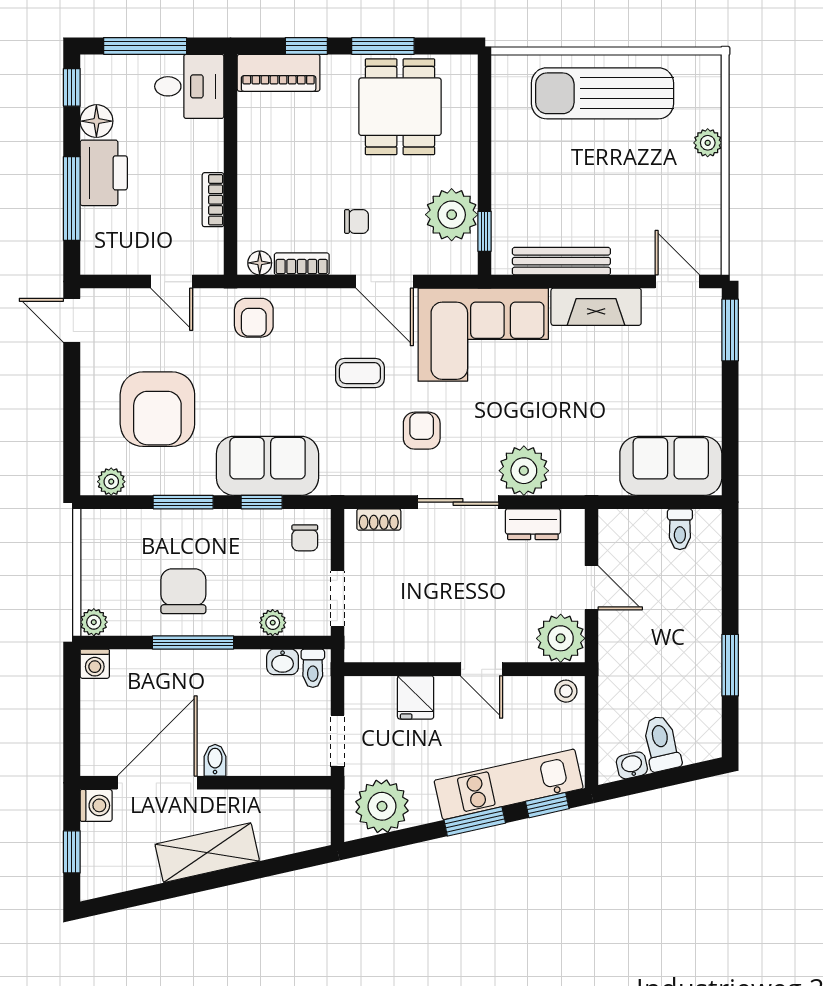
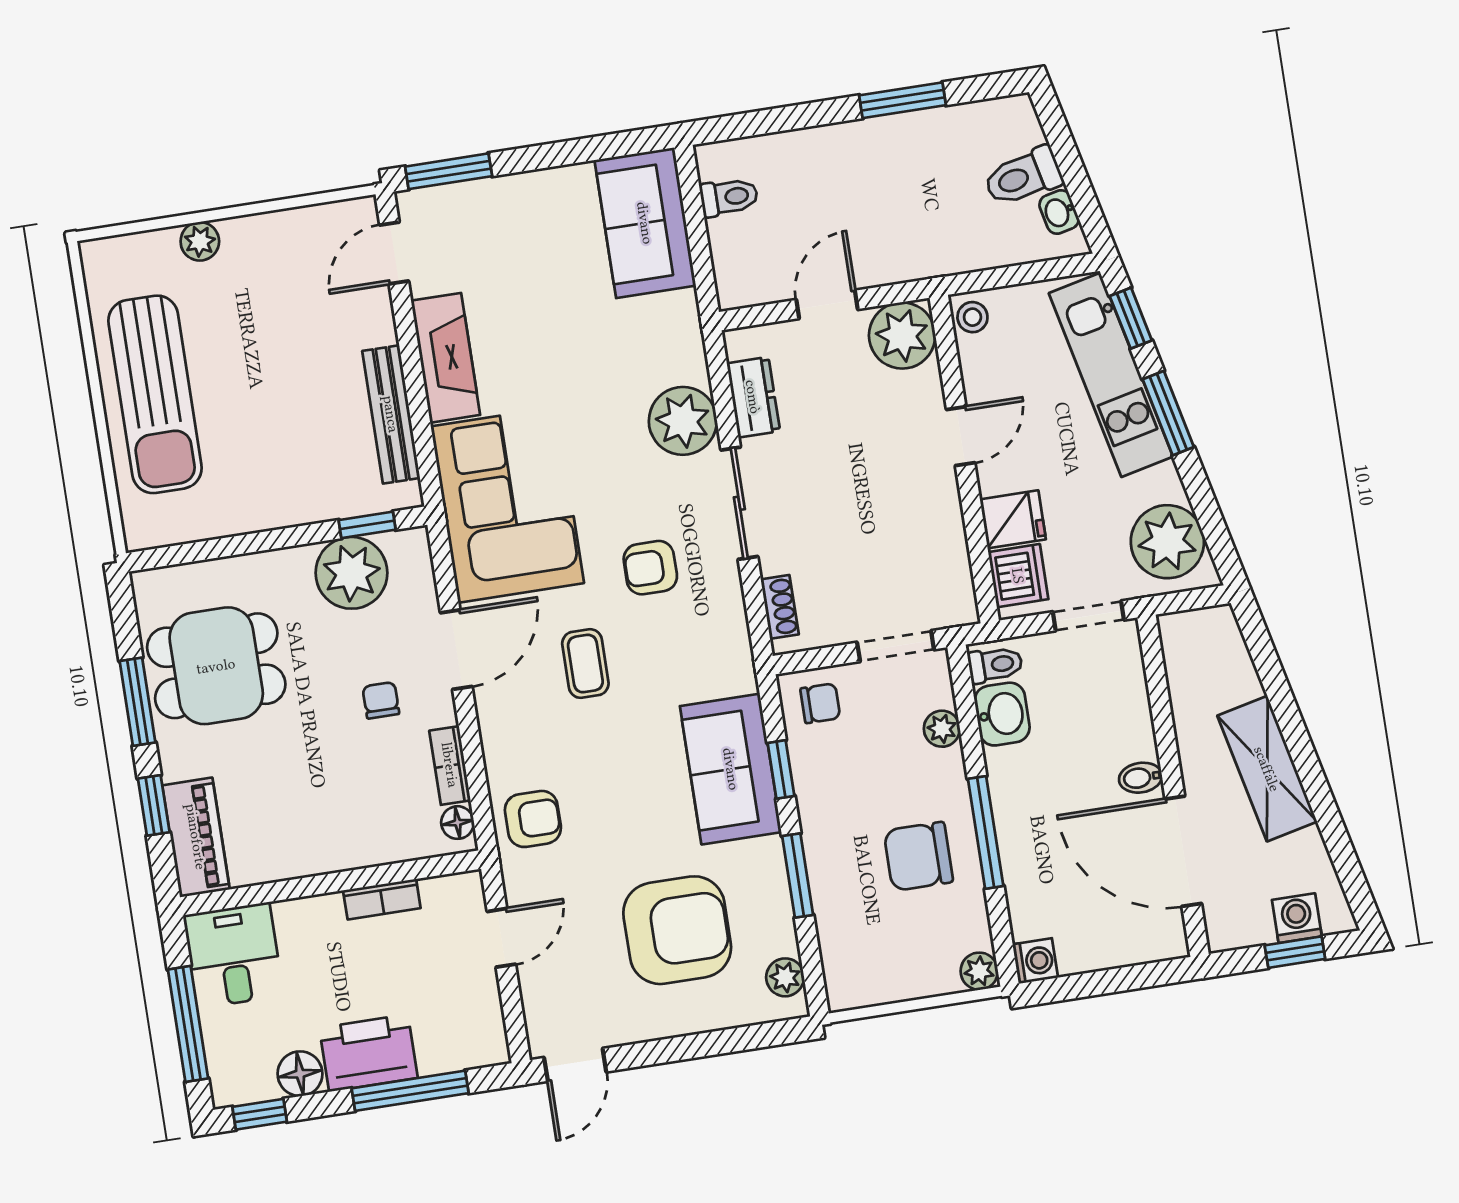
washbasin: (283, 662) -> (1002, 714), width x1.38, depth x1.45
dishwasher: (374, 695) -> (1018, 576), added
washing machine: (96, 805) -> (1297, 918), moved

